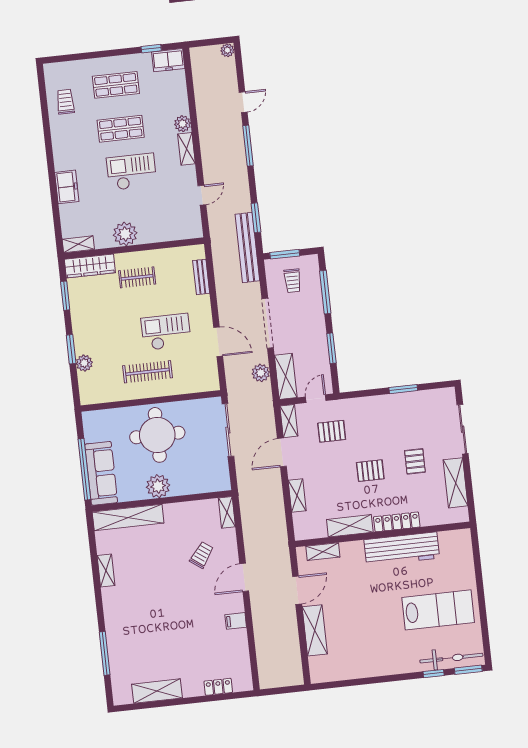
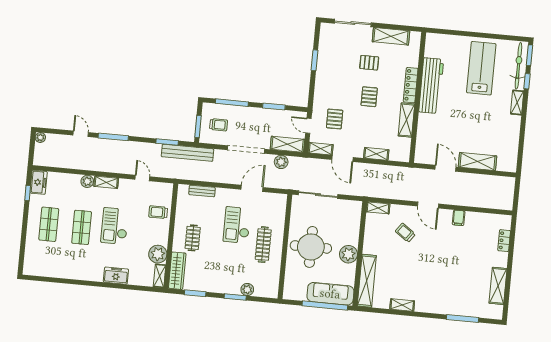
trolley: (65, 102) -> (158, 212), moved
plant: (125, 234) -> (158, 254), moved
shelving: (323, 552) -> (517, 103), moved

